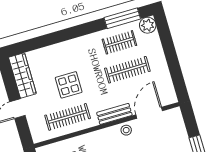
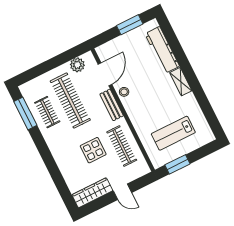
plant: (148, 25) -> (77, 65), moved
clothes rail: (127, 70) -> (70, 101), width x1.37, depth x1.31
door: (149, 113) -> (105, 74), swing flipped

